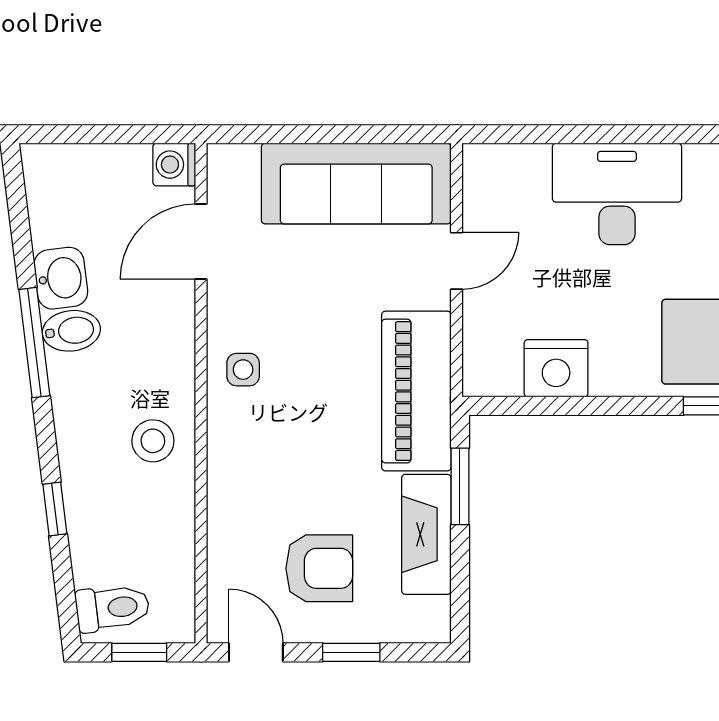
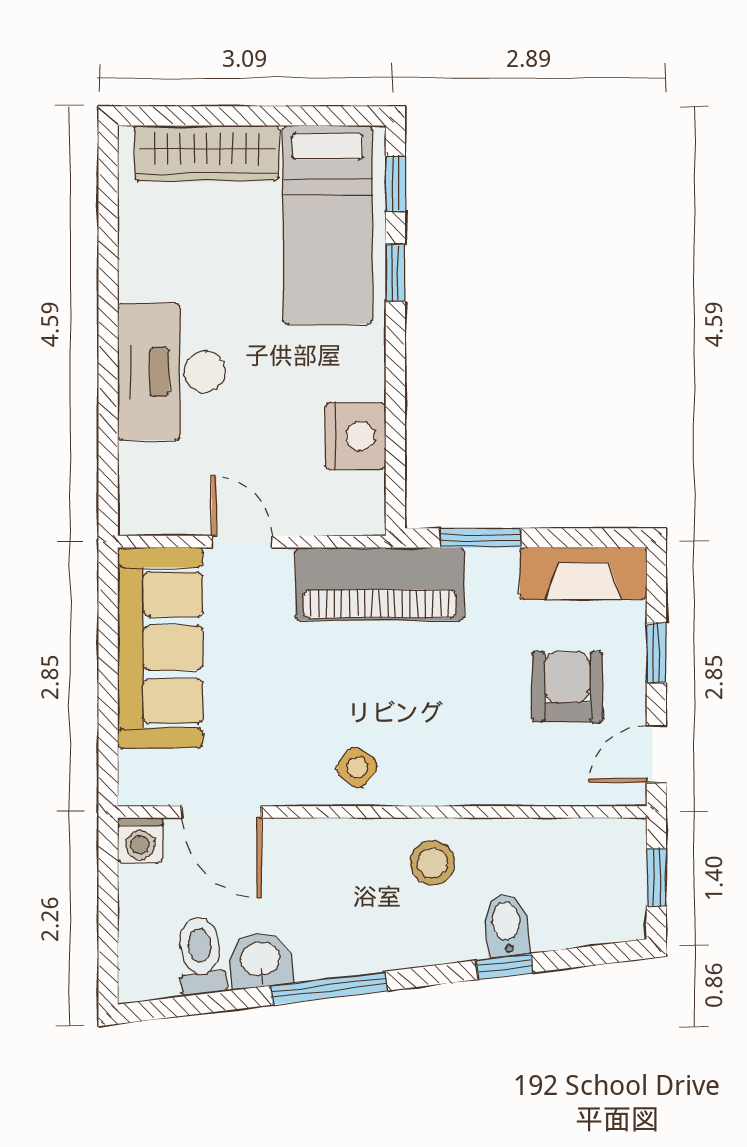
bidet: (71, 331) -> (506, 925), moved
side table: (243, 370) -> (357, 767), turned 37
fireplace: (426, 534) -> (583, 573), moved
toilet: (113, 608) -> (201, 956), moved

